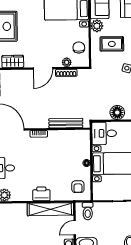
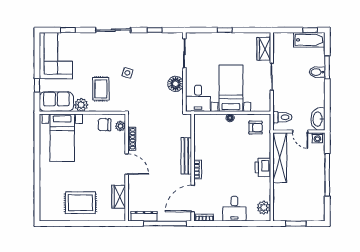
plant: (67, 62) -> (120, 126), moved
bench: (66, 123) -> (186, 156), moved

